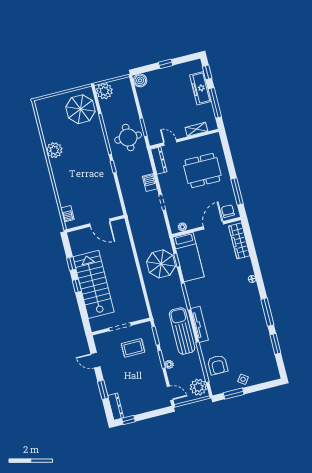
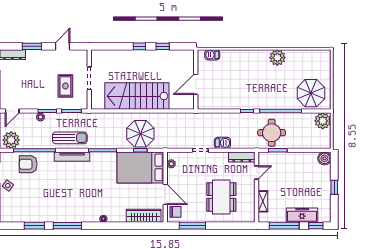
bed: (188, 257) -> (140, 167), width x1.50
stairs: (93, 284) -> (137, 96), moved, turned 180
sun lounger: (182, 331) -> (70, 138), width x0.73, depth x0.75

